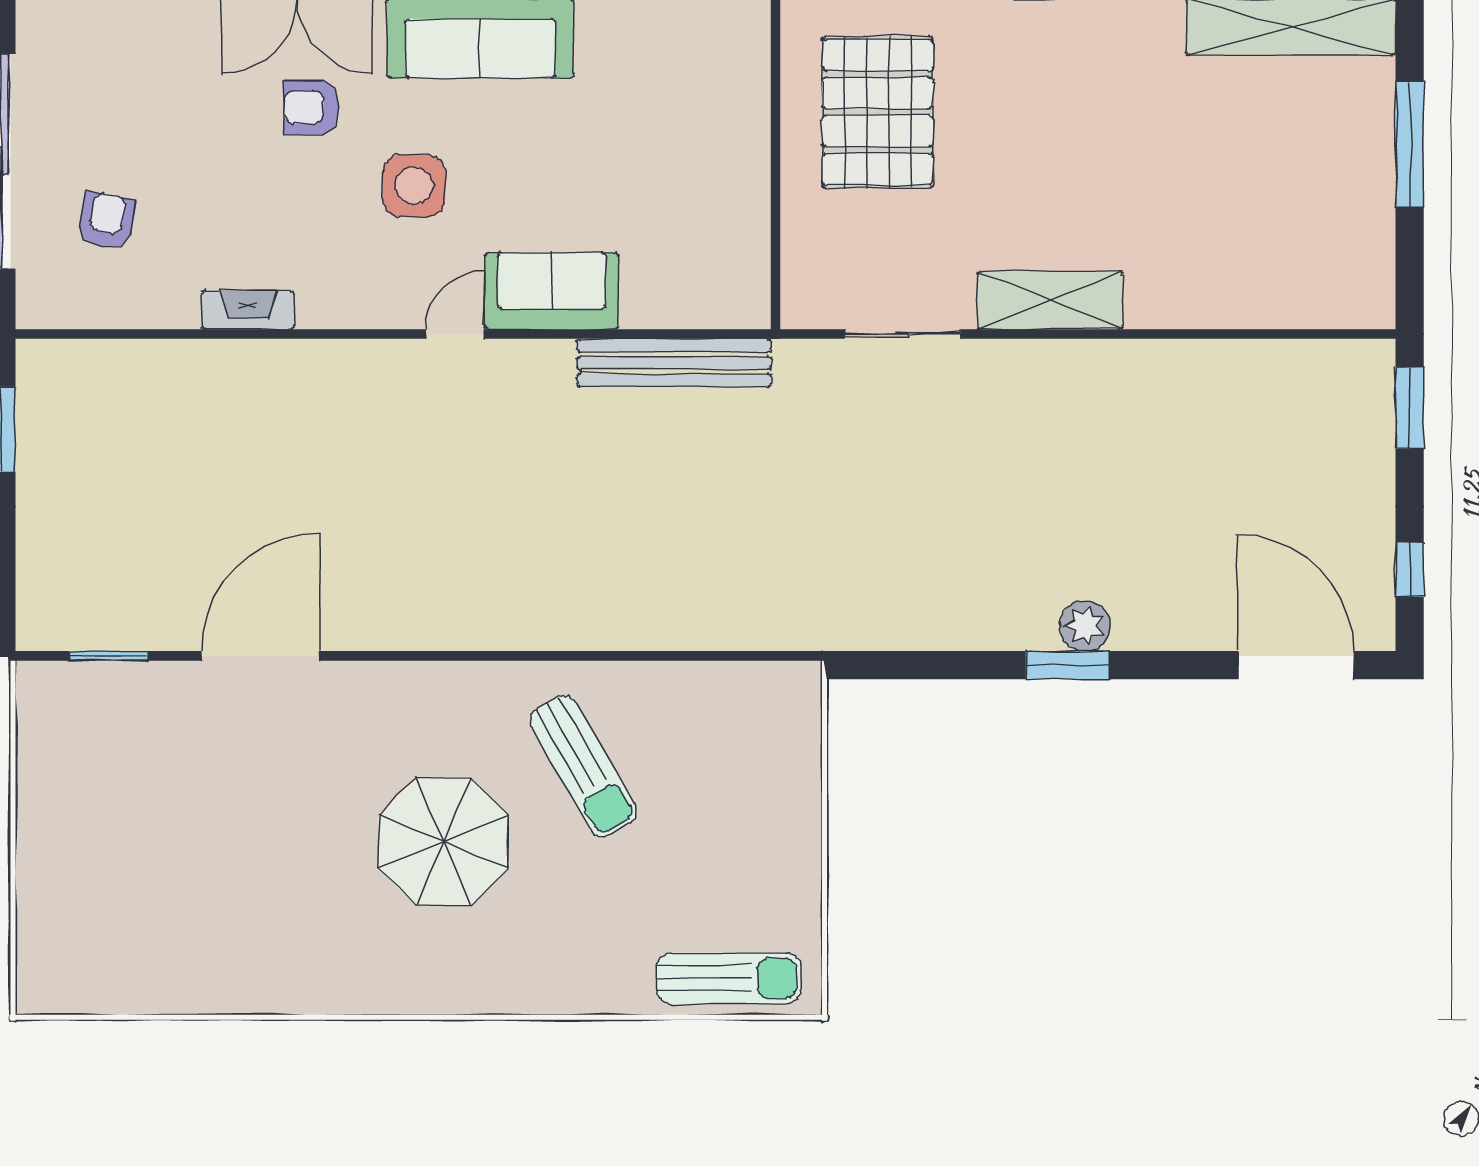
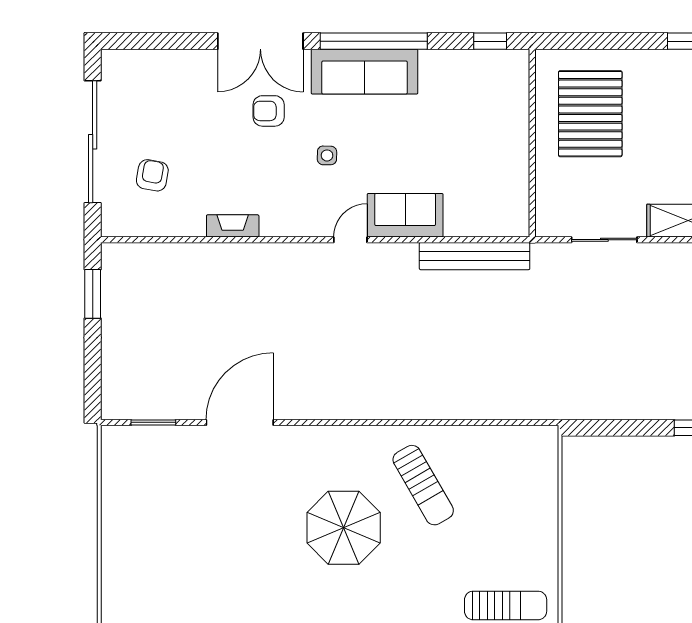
side table: (414, 186) -> (327, 155), width x0.54, depth x0.54

